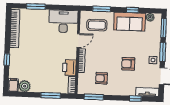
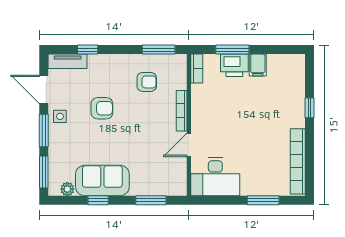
coffee table: (97, 25) -> (158, 172), removed
printer: (69, 68) -> (234, 65), moved, turned 90
filing cabinet: (13, 85) -> (258, 65), moved
plant: (25, 86) -> (277, 64), removed

